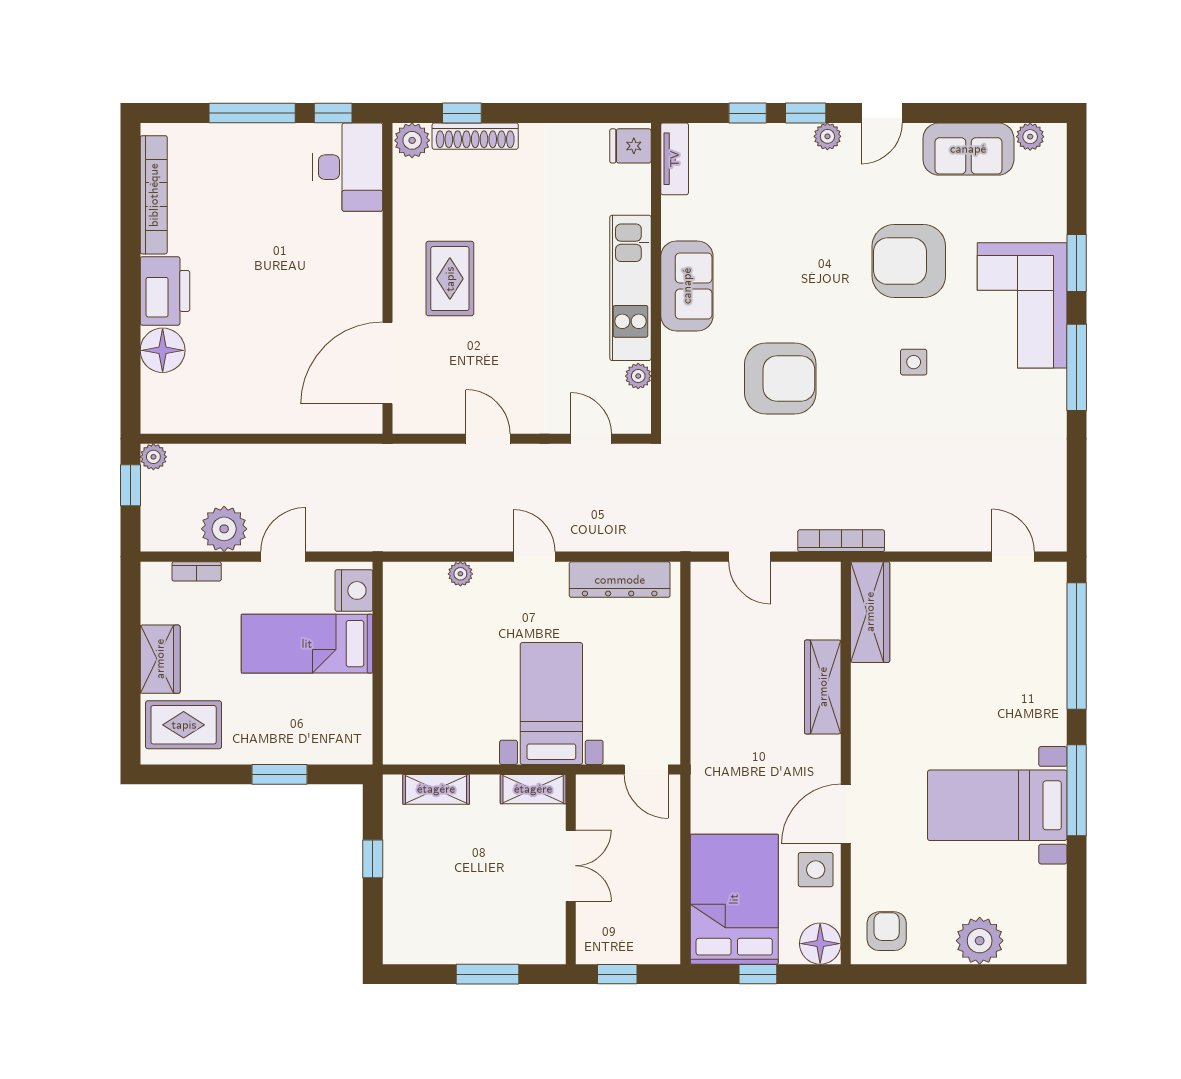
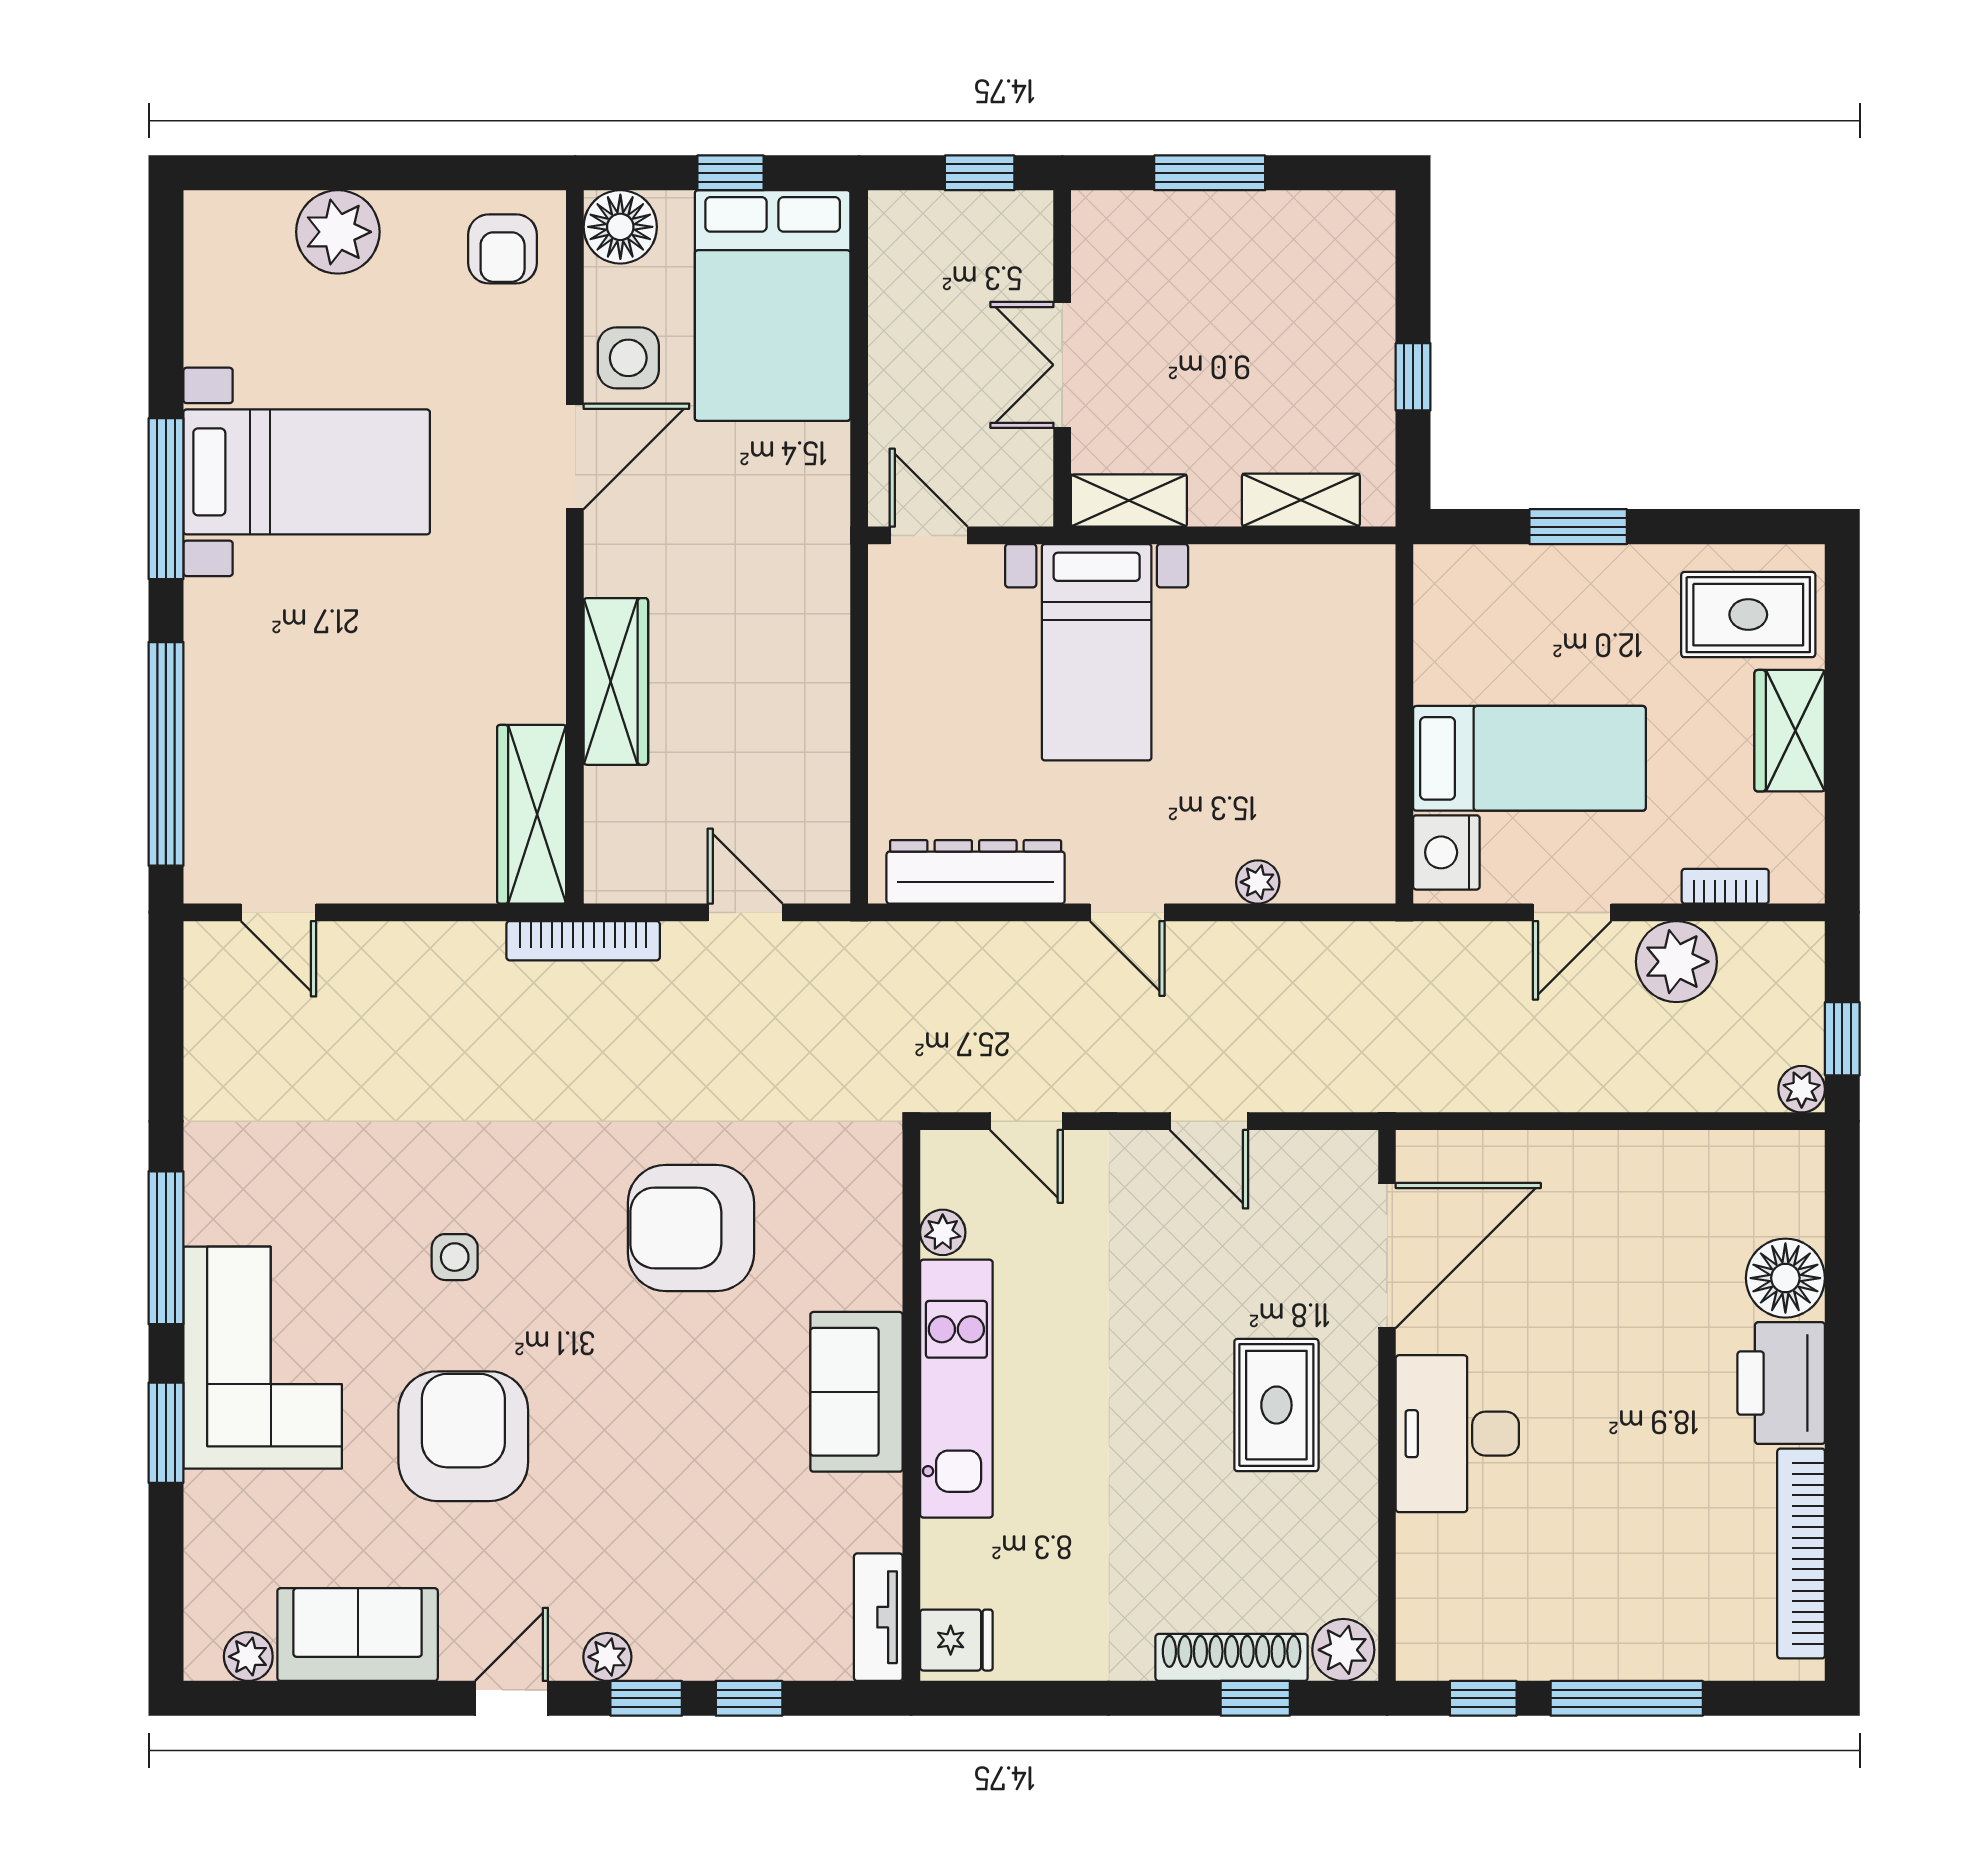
desk: (348, 167) -> (1457, 1434), moved
armchair: (909, 261) -> (463, 1436), turned -90

